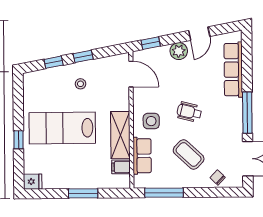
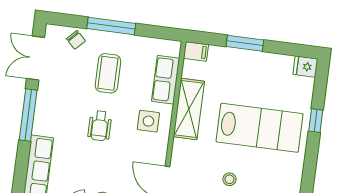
wheelchair: (189, 112) -> (100, 126), turned 76
coffee table: (189, 154) -> (108, 73), turned 47
filing cabinet: (121, 167) -> (196, 51), moved
window: (164, 193) -> (111, 26), moved

